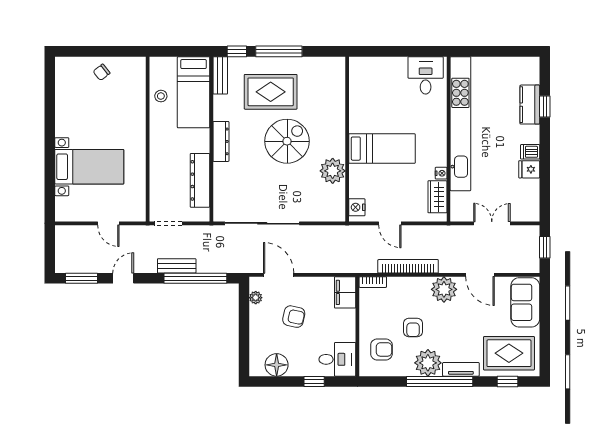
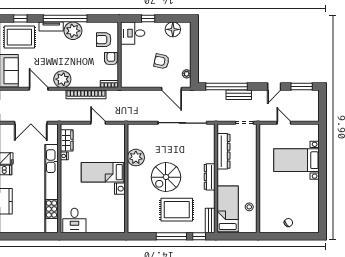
nightstand: (357, 207) -> (120, 189), moved
double door: (492, 223) -> (31, 123), width x1.37
filing cabinet: (345, 292) -> (128, 77), removed
armchair: (413, 327) -> (111, 59), moved

